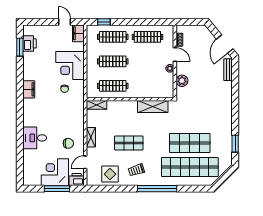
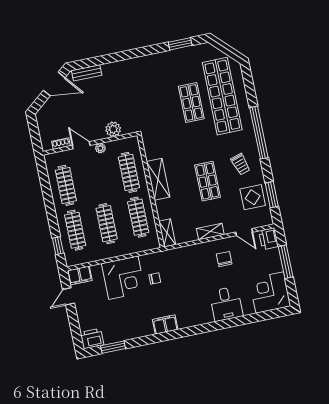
printer: (30, 43) -> (92, 339), moved
door: (175, 54) -> (81, 145), hinge flipped
clothes rail: (147, 86) -> (129, 172), added
shelving: (153, 106) -> (158, 179), moved
shop shelf: (190, 143) -> (191, 103), width x0.70, depth x0.74
corner desk: (55, 172) -> (270, 292), moved, turned 90
window: (109, 189) -> (272, 195), added

